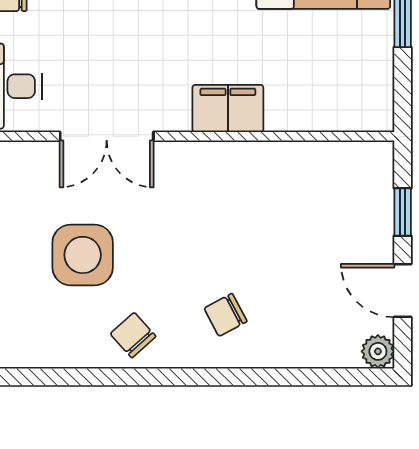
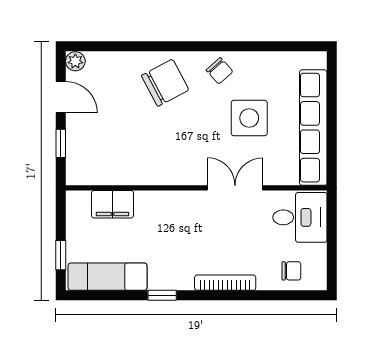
filing cabinet: (228, 108) -> (112, 204), moved
chair: (226, 315) -> (165, 83), width x1.87, depth x1.87

